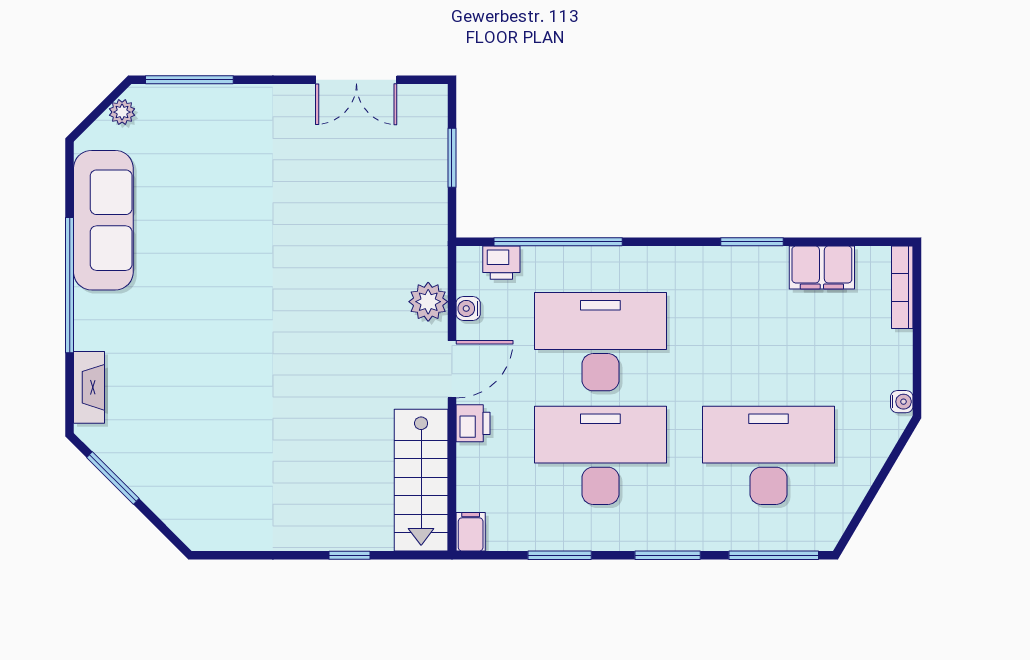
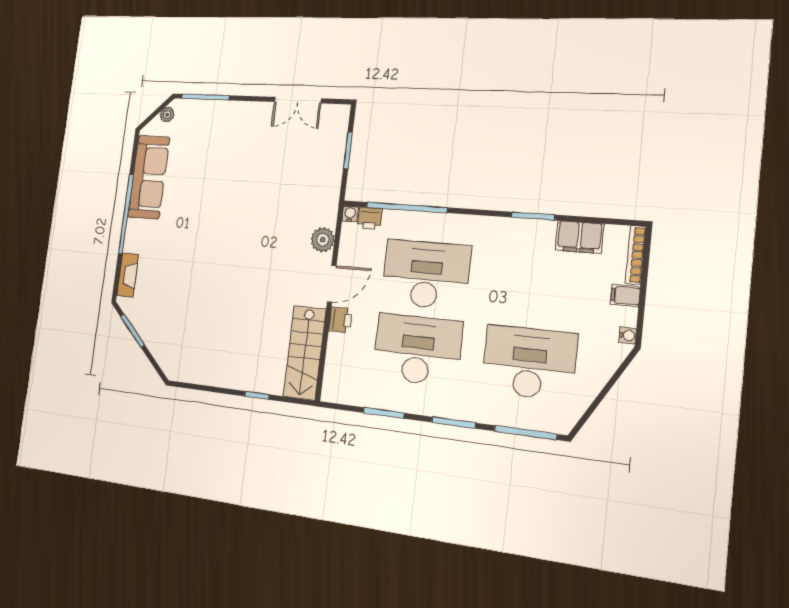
water cooler: (468, 308) -> (350, 214), moved, turned 90
filing cabinet: (471, 532) -> (625, 296), moved, turned -90

